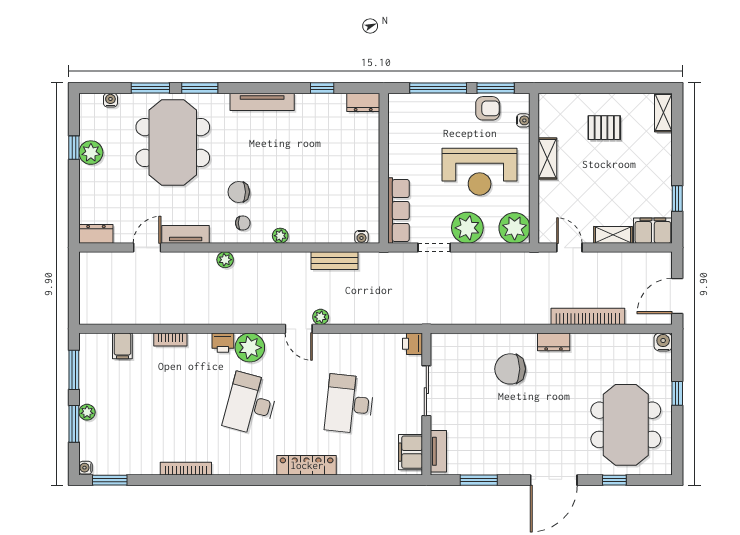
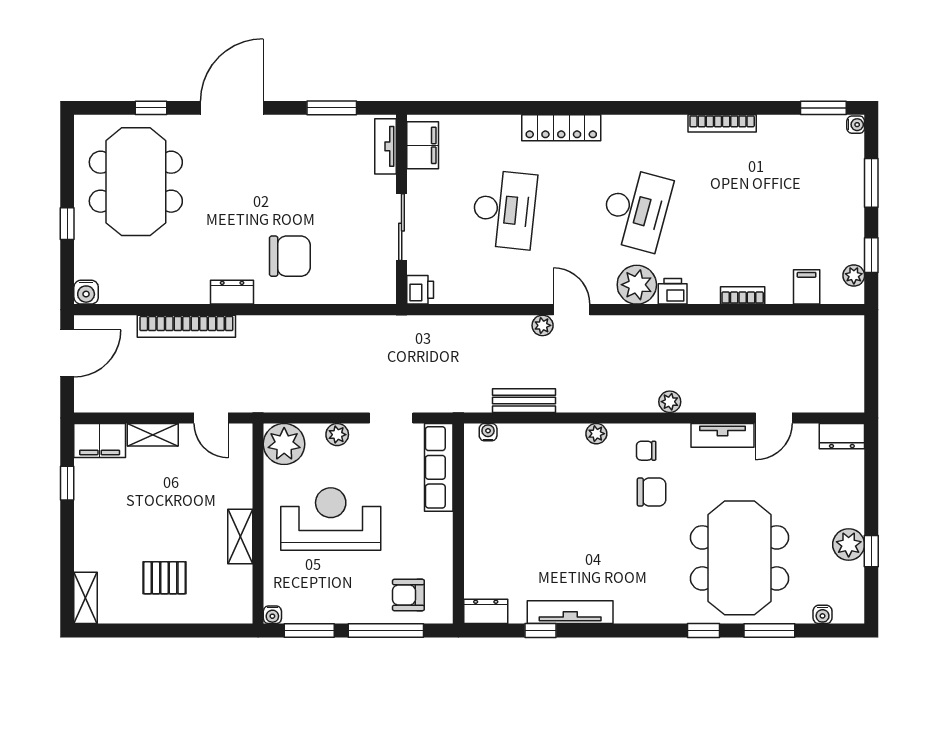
window: (200, 88) -> (704, 630), width x0.67
tv unit: (262, 102) -> (570, 612), moved
armchair: (488, 108) -> (408, 595), moved
water cooler: (523, 120) -> (272, 615), moved, turned -90
plant: (467, 228) -> (337, 435), width x0.53, depth x0.53
window: (74, 370) -> (871, 255), width x0.67
plant: (87, 412) -> (854, 275), moved

